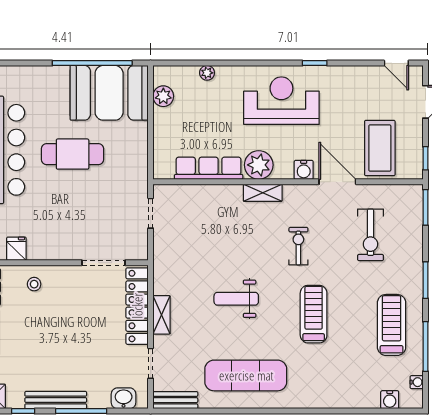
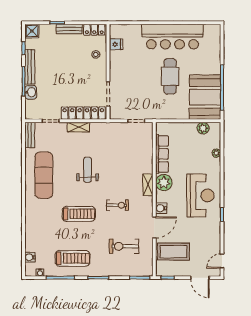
washbasin: (124, 398) -> (31, 92), moved

